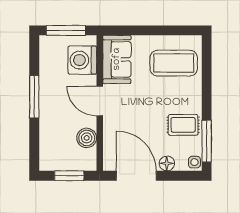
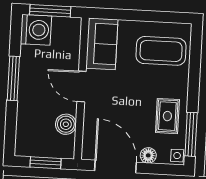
washing machine: (82, 60) -> (36, 30), moved, turned 180
rug: (183, 125) -> (167, 116), turned 90

